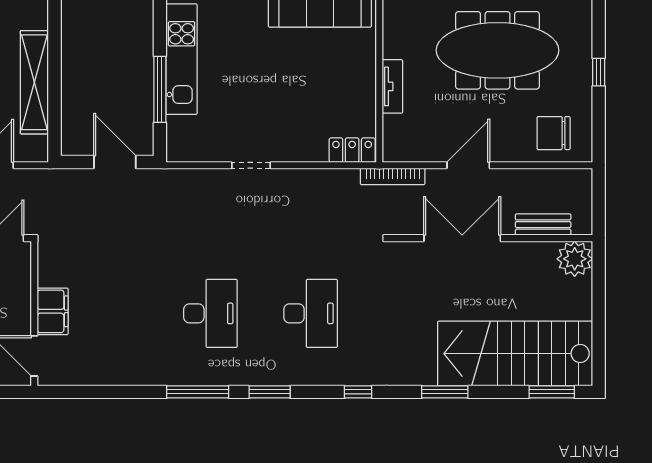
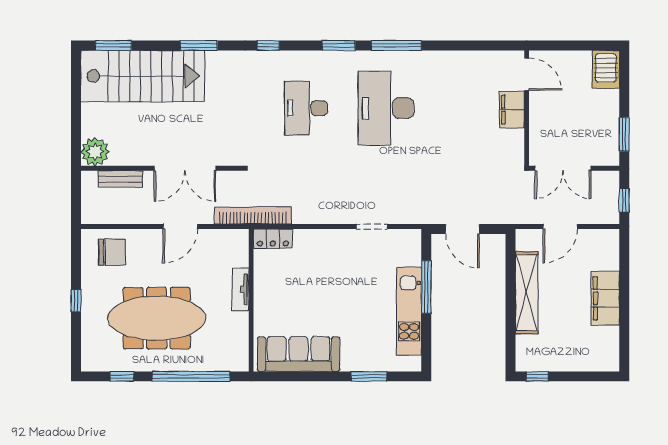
doorway: (251, 165) -> (372, 226), moved
bookcase: (393, 176) -> (253, 215), width x1.48, depth x1.31
desk: (210, 313) -> (386, 108), width x1.36, depth x1.30

